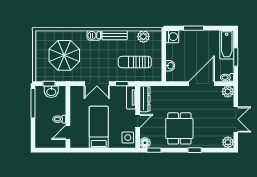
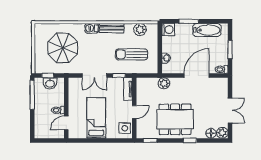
bathtub: (227, 45) -> (207, 30), moved, turned -90
plant: (228, 92) -> (164, 83), moved
dresser: (145, 99) -> (141, 90), removed
dining table: (179, 128) -> (175, 119), width x1.38
floor lamp: (145, 143) -> (211, 133), moved

